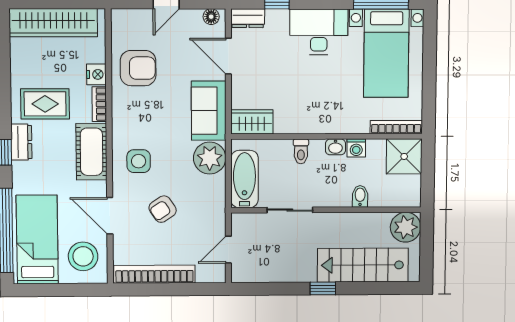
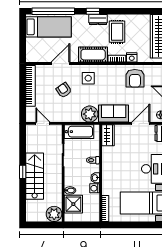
shower: (404, 156) -> (73, 204), moved
stool: (83, 256) -> (40, 50), removed
stairs: (363, 265) -> (35, 176), moved

